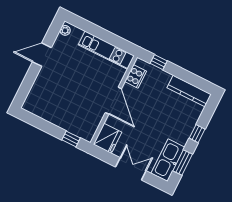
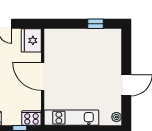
cooker: (136, 76) -> (31, 118), moved, turned 90
window: (71, 139) -> (96, 24), moved

